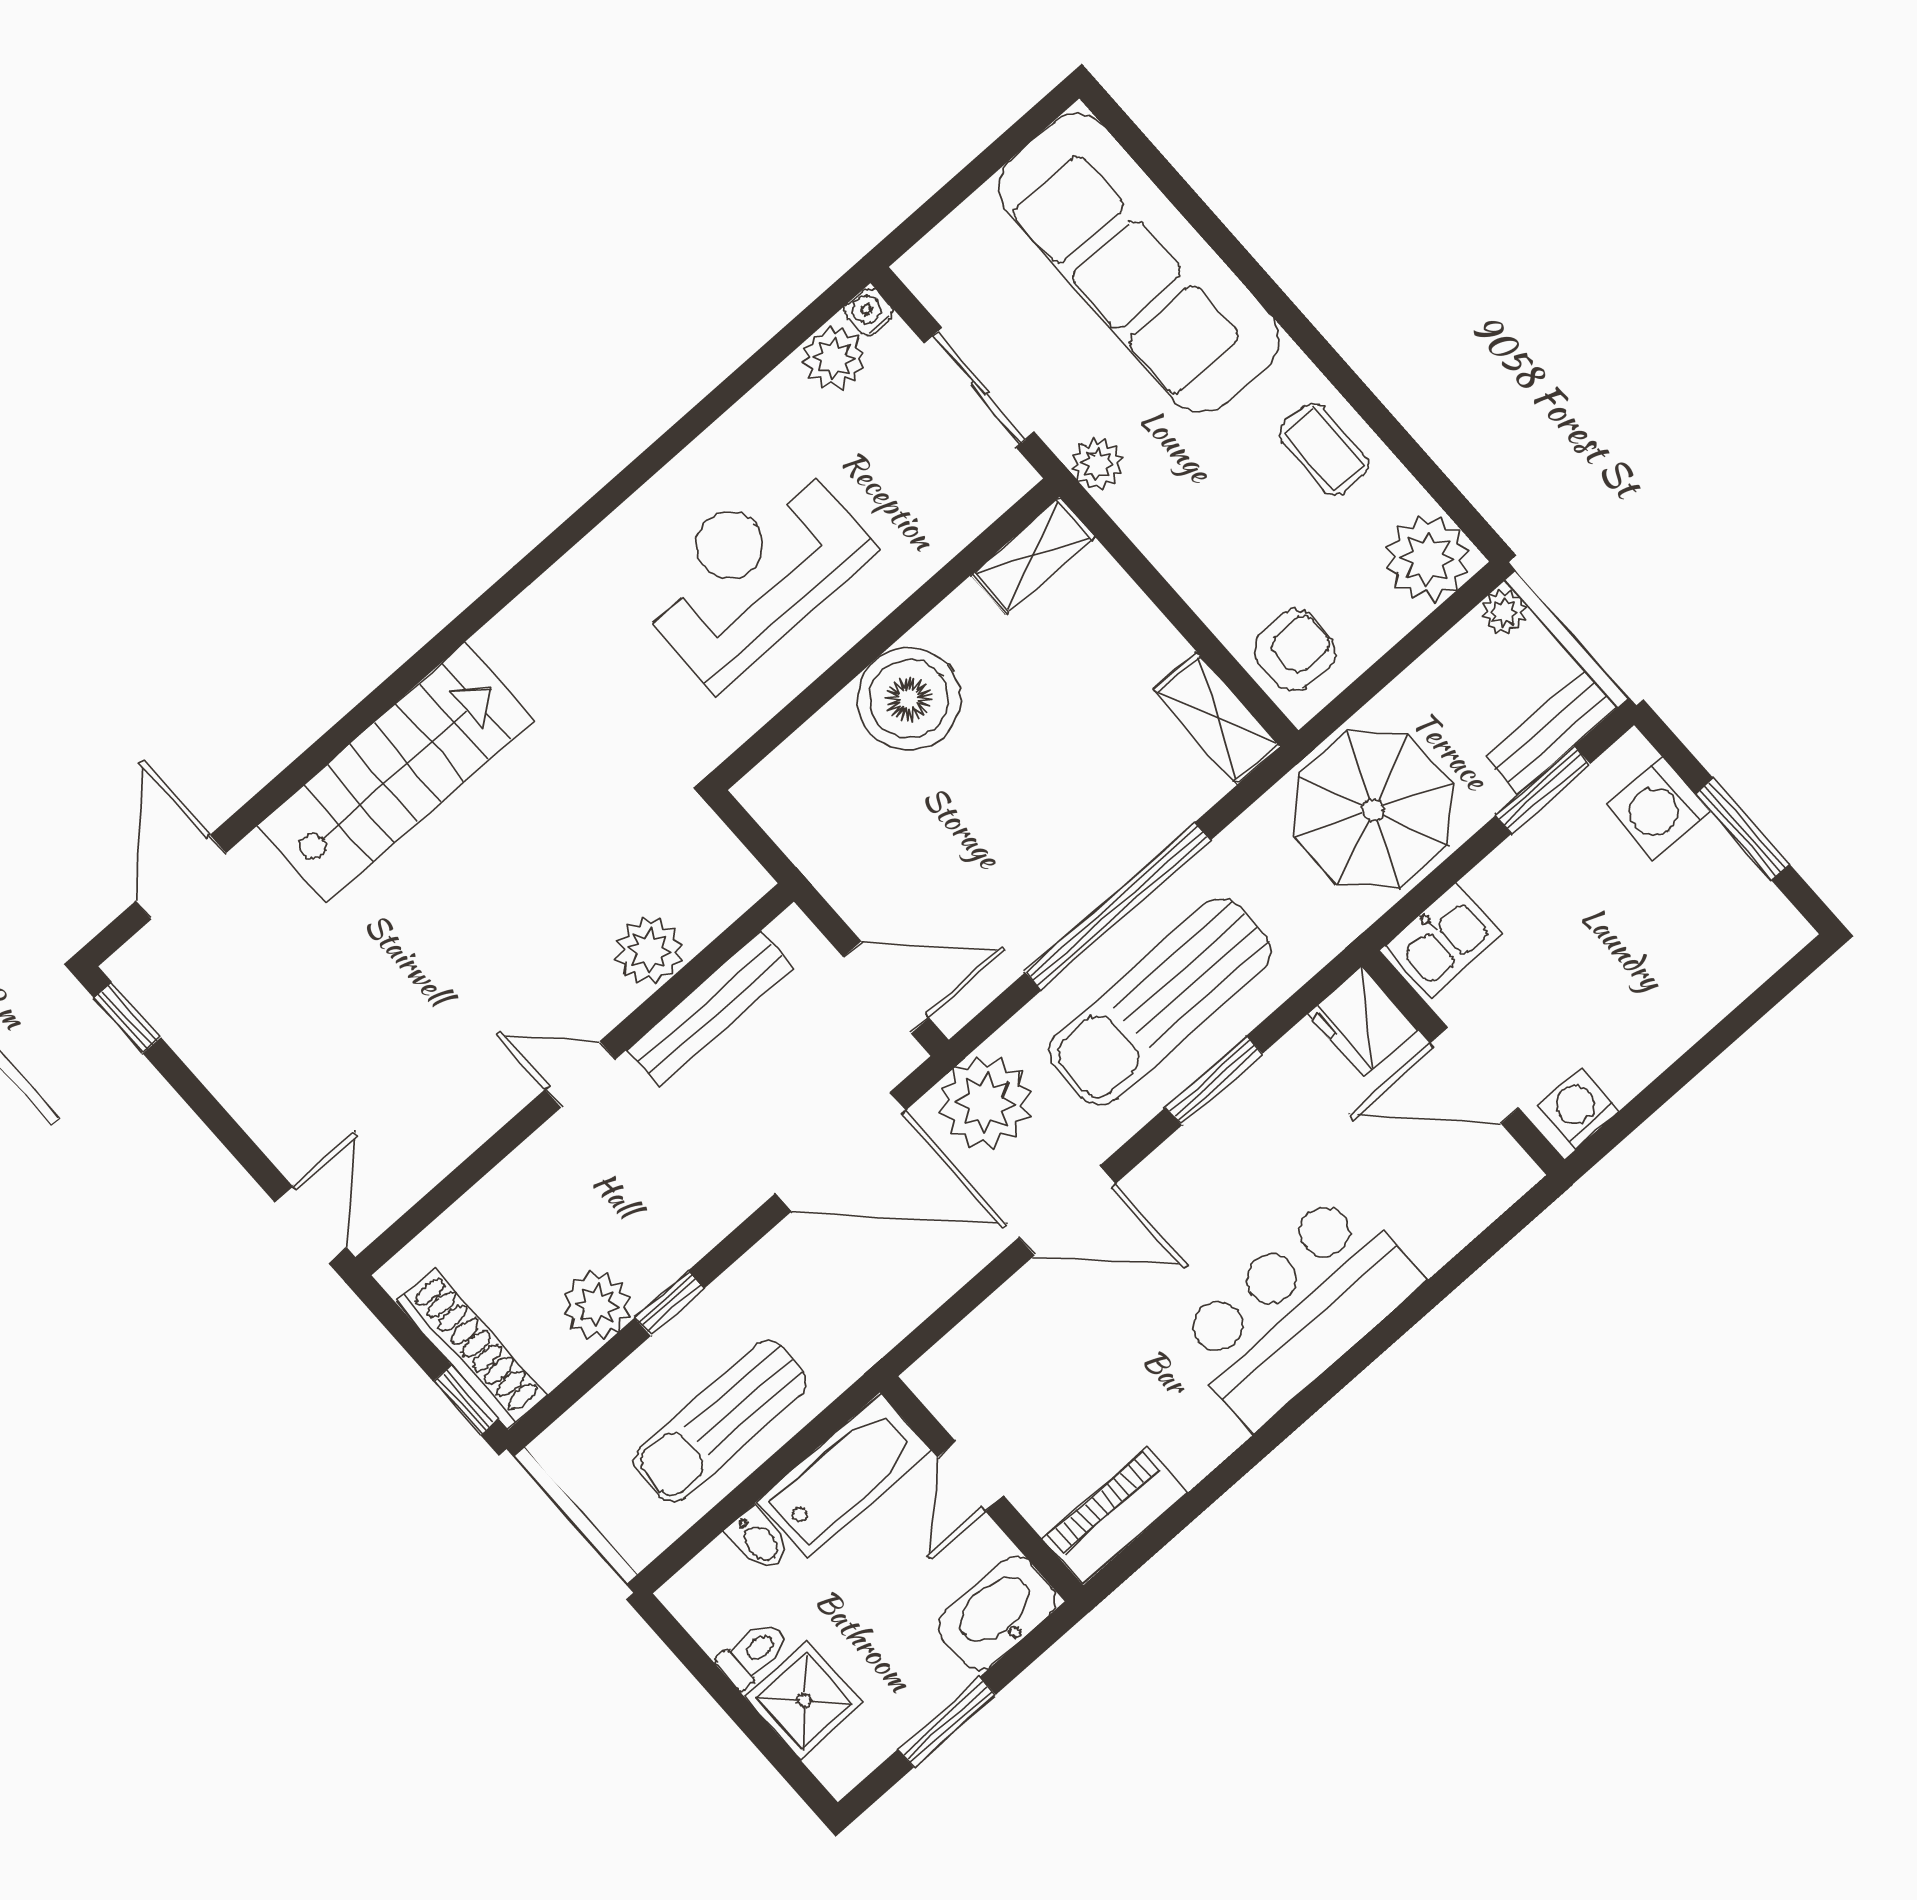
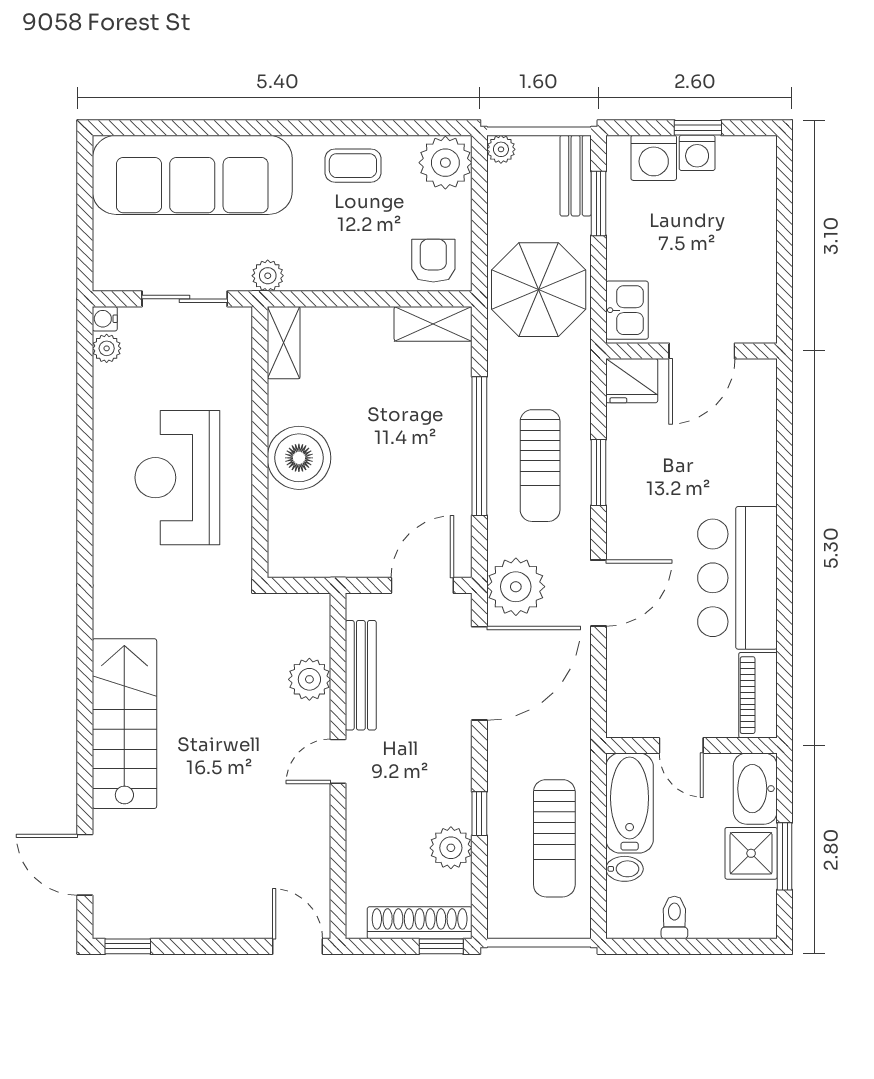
plant: (834, 358) -> (107, 348), width x0.73, depth x0.73
window: (1743, 829) -> (698, 128), width x0.67
sun lounger: (1160, 1002) -> (540, 466), width x0.73, depth x0.75
washing machine: (1578, 1108) -> (697, 153), moved, turned -90
bar counter: (1298, 1309) -> (737, 578), moved
shower: (804, 1700) -> (751, 853), moved

